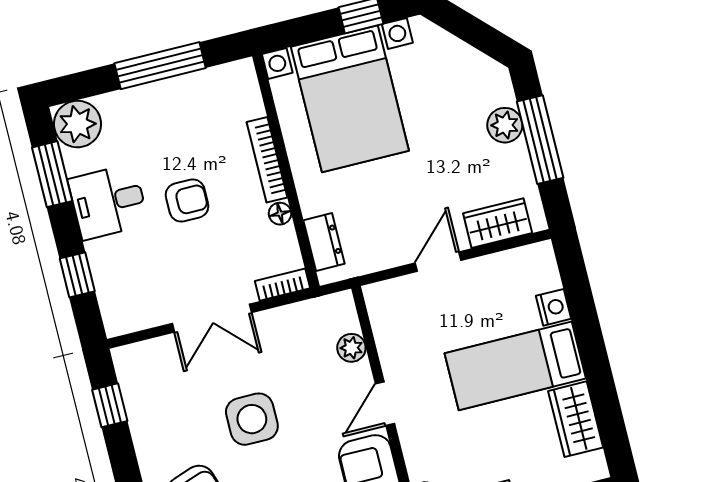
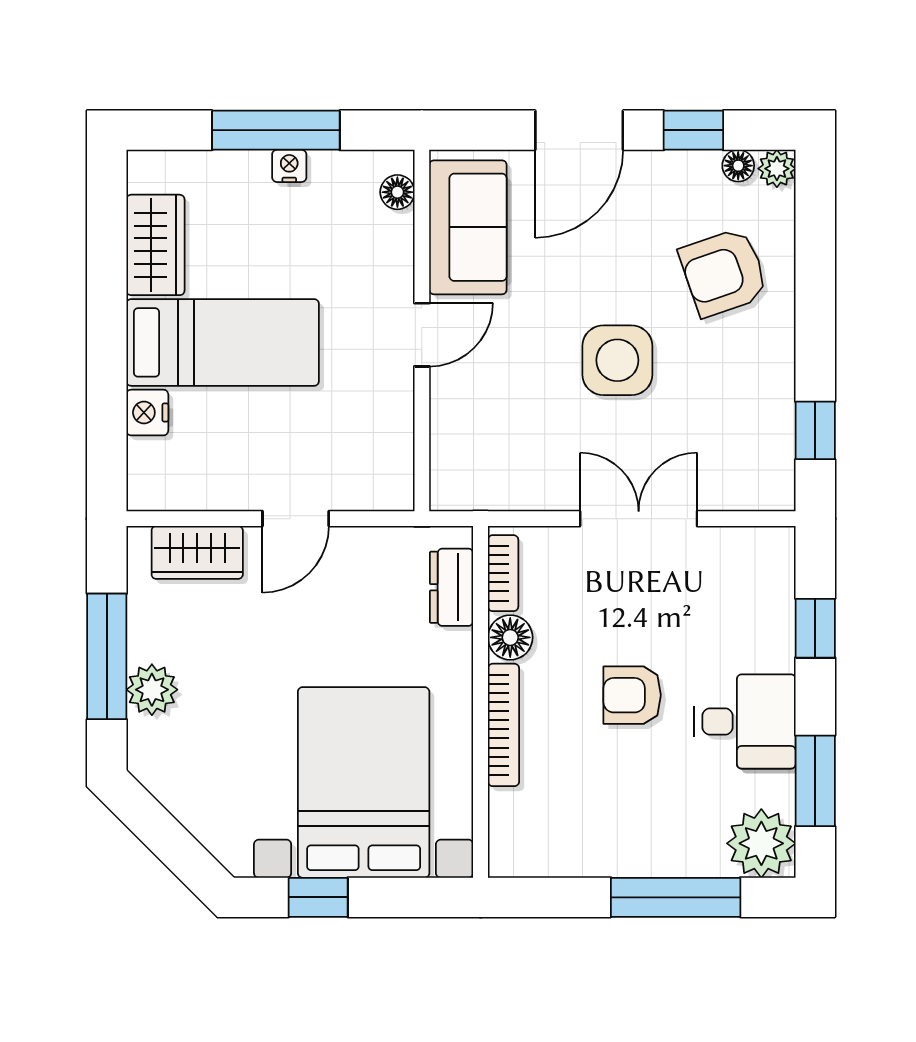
window: (160, 66) -> (676, 897), moved
floor lamp: (280, 214) -> (510, 637), width x1.37, depth x1.37
bookcase: (282, 285) -> (503, 573), moved, turned -90
plant: (351, 348) -> (450, 427), removed

